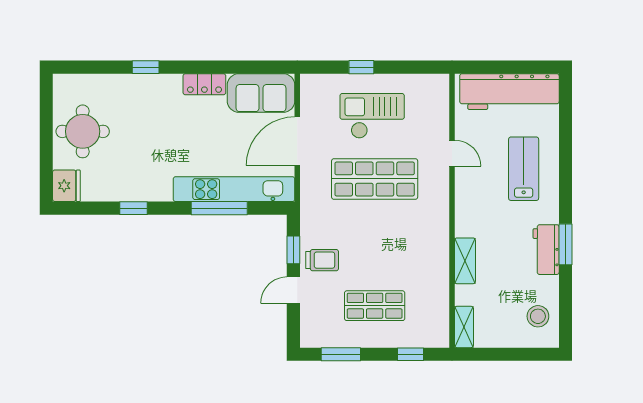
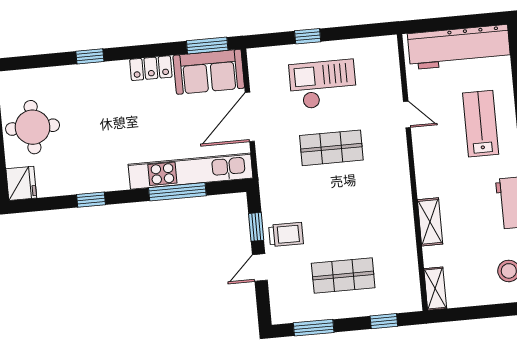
window: (262, 67) -> (207, 46), added
shop shelf: (375, 179) -> (331, 148), width x0.70, depth x0.74

